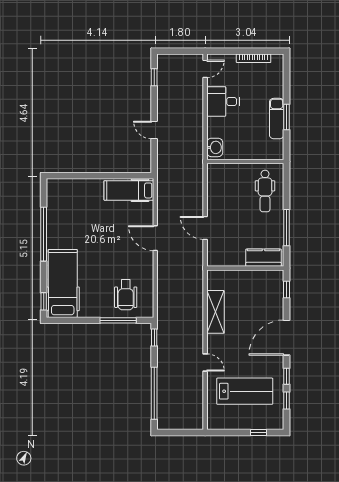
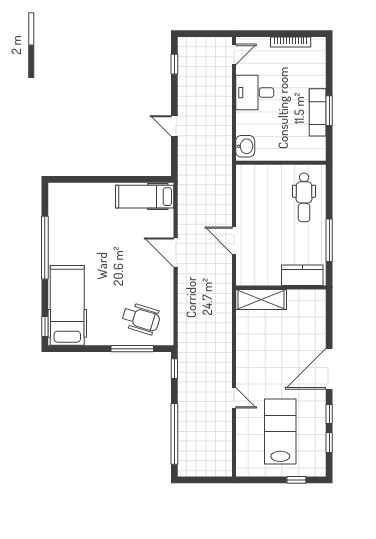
window: (287, 290) -> (329, 313), removed
wheelchair: (126, 295) -> (141, 319), turned -73
shelving: (215, 312) -> (261, 299), moved, turned 90
lab bench: (245, 391) -> (280, 432), turned -90

